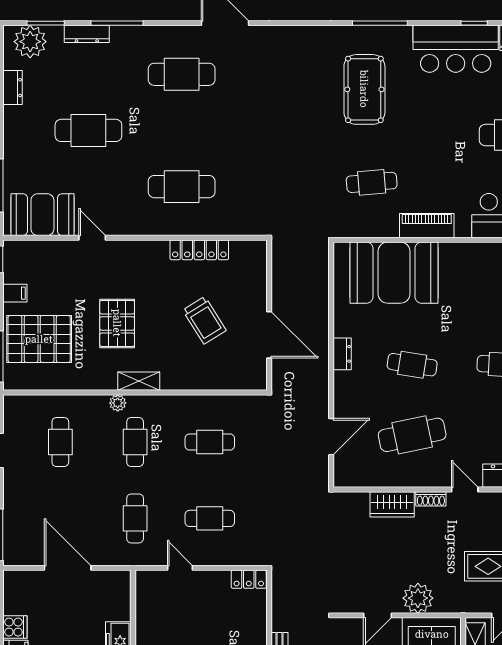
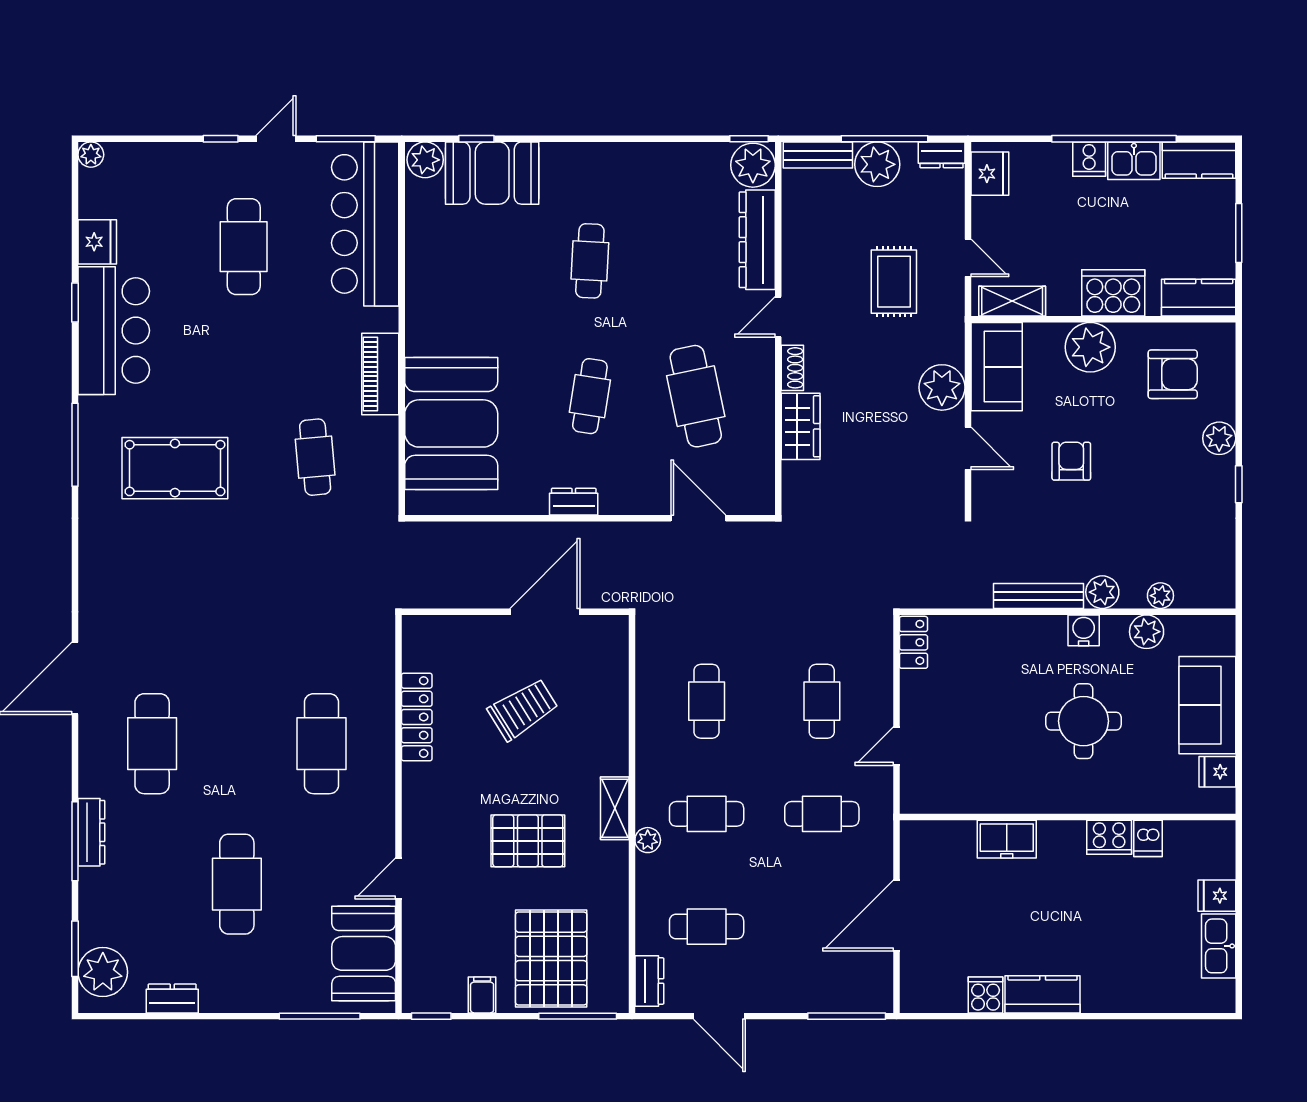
dresser: (87, 34) -> (91, 832), moved
dresser: (24, 404) -> (649, 981), added

